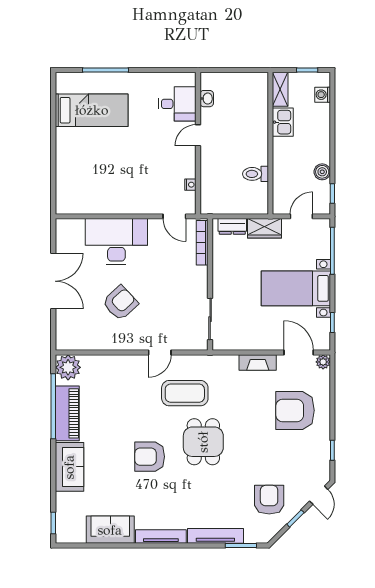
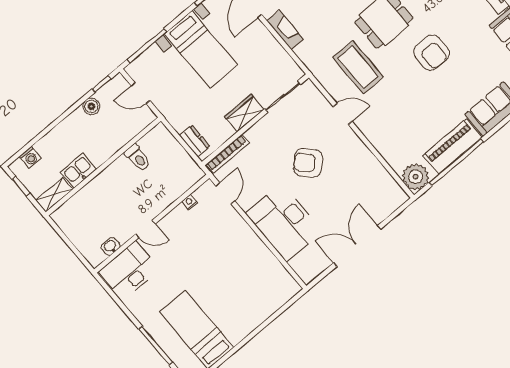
desk: (177, 104) -> (129, 271), width x1.37
wardrobe: (265, 228) -> (244, 113), moved, turned -90
armchair: (120, 303) -> (308, 163), moved

